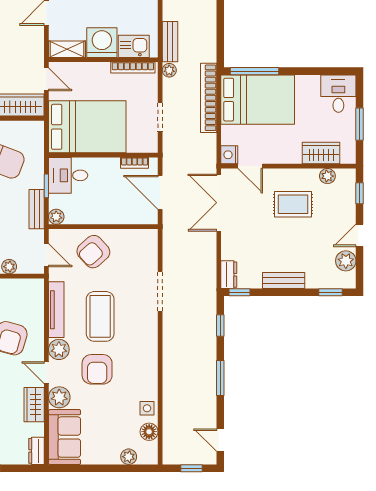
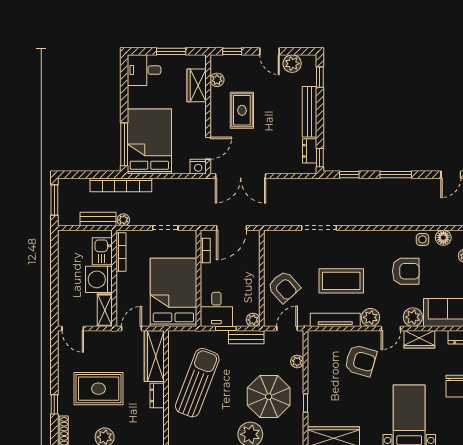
bookcase: (209, 98) -> (121, 185), moved
dresser: (229, 275) -> (310, 151), moved, turned -90
bench: (284, 281) -> (309, 112), width x1.36
armchair: (97, 369) -> (406, 271), moved

